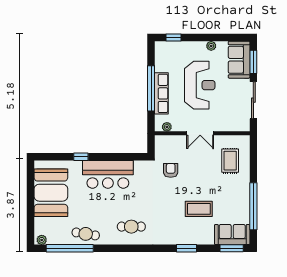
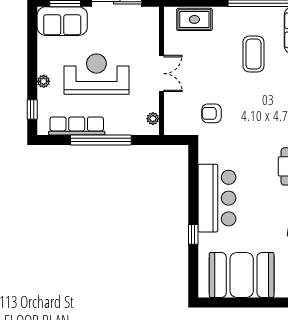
plant: (211, 46) -> (44, 81), moved
row of seats: (161, 93) -> (77, 126), moved
rug: (230, 161) -> (194, 19), moved
coffee table: (199, 209) -> (253, 54), moved

